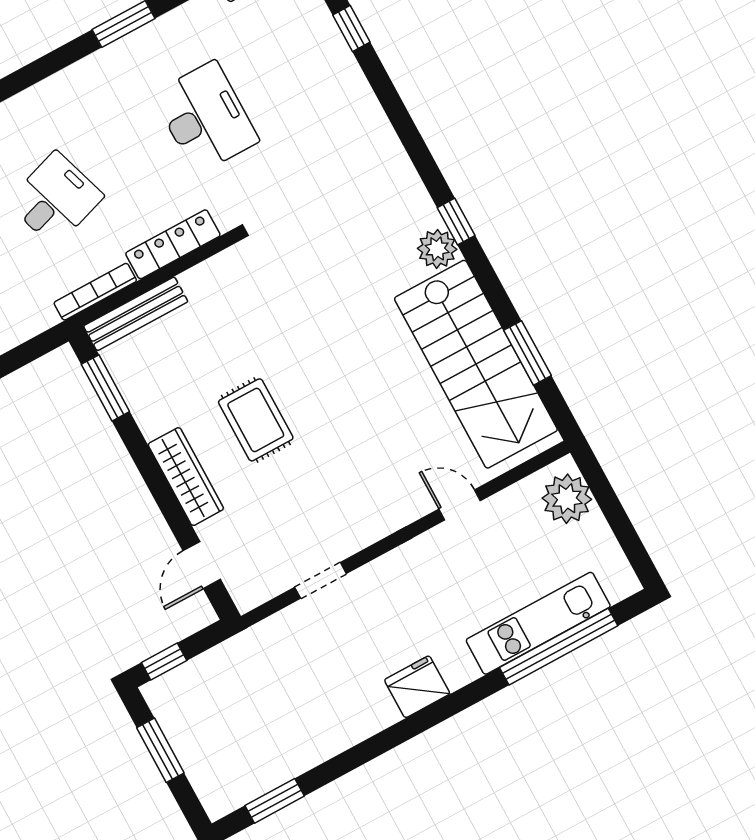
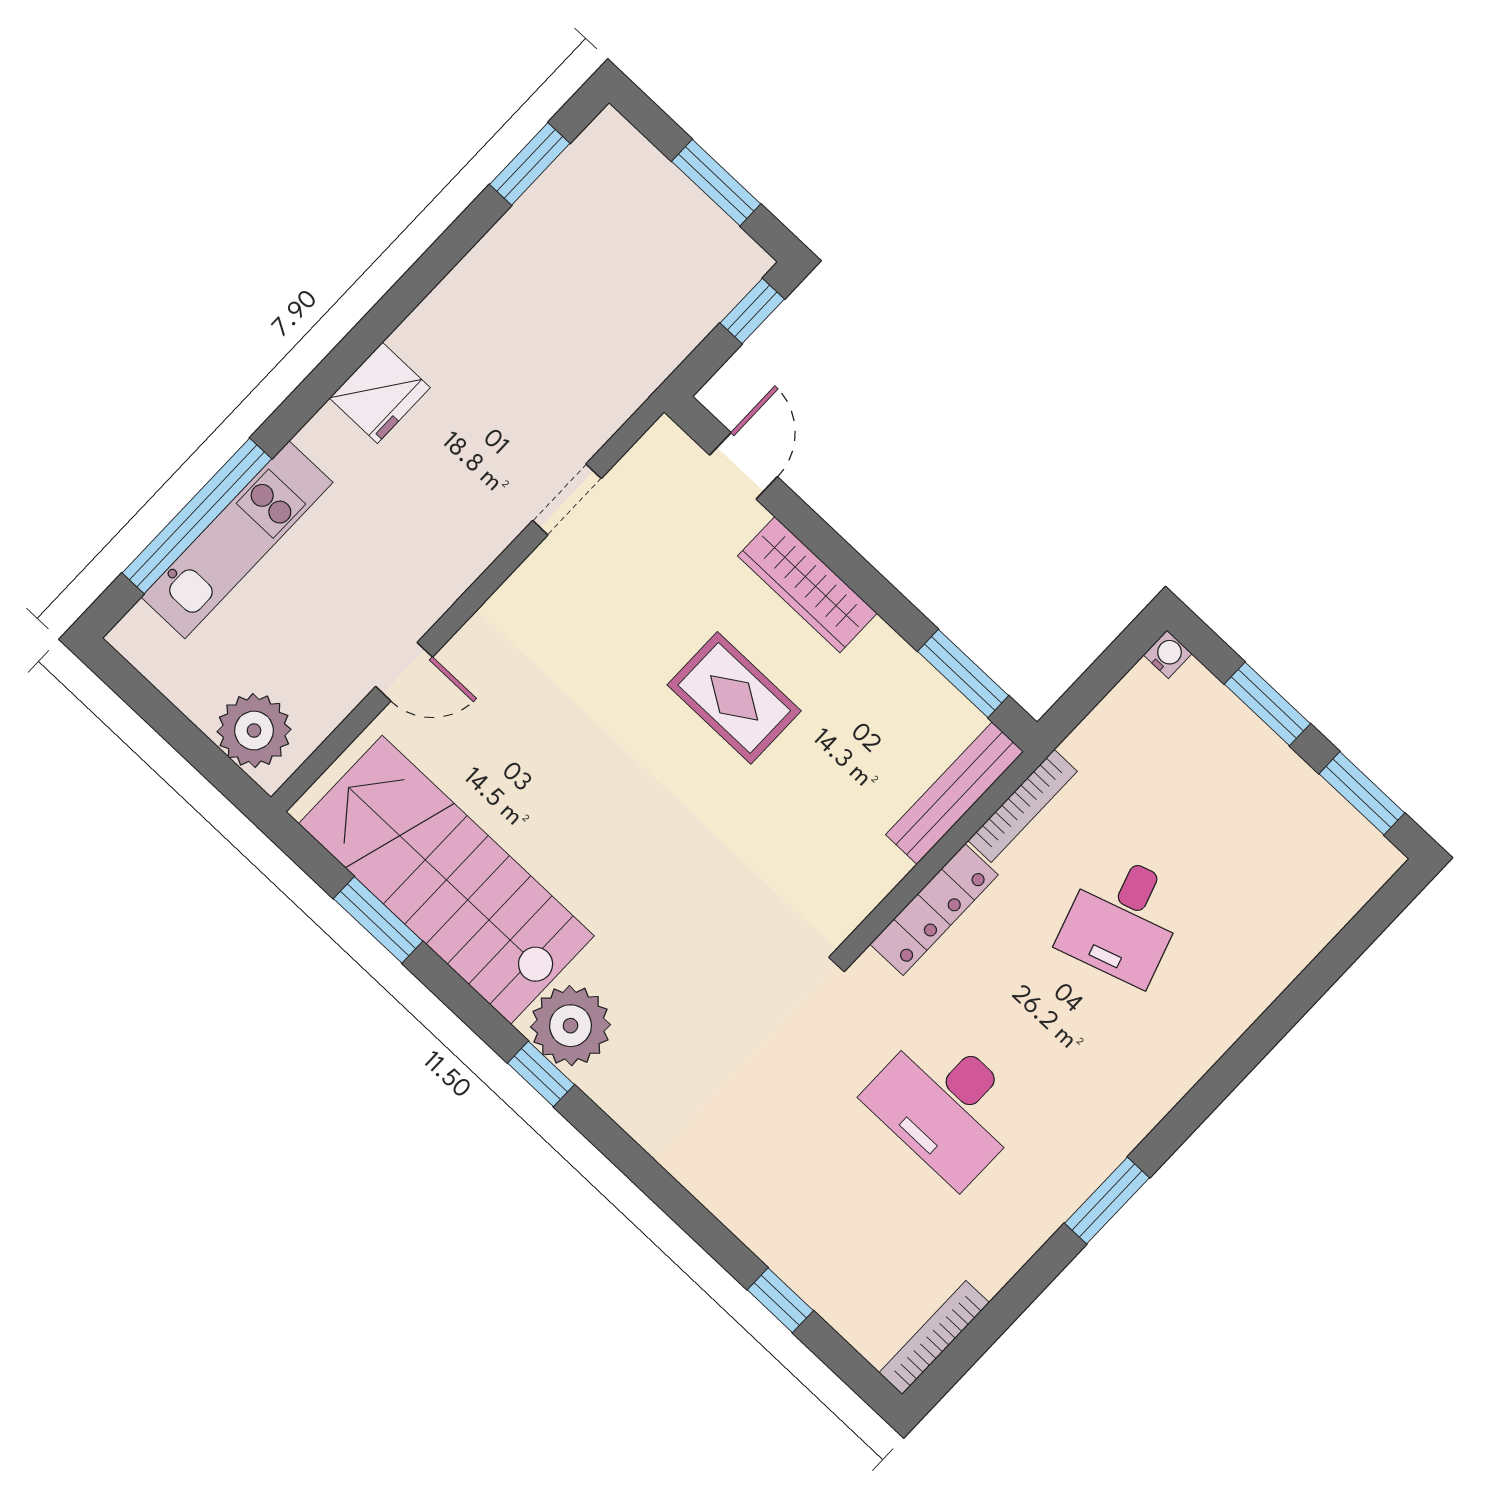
plant: (437, 249) -> (570, 1026), width x1.36, depth x1.36

